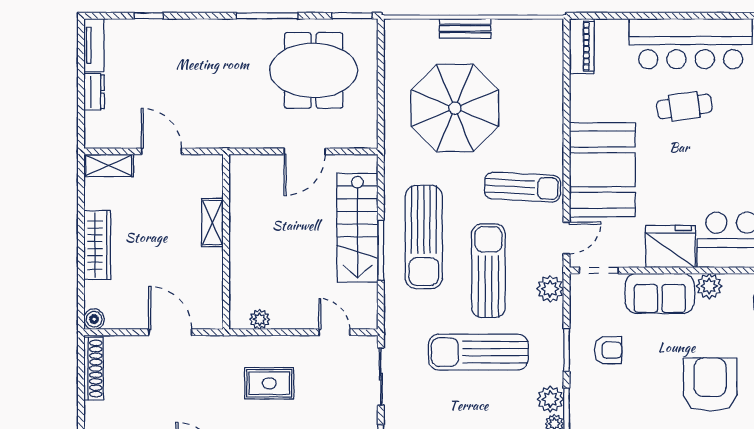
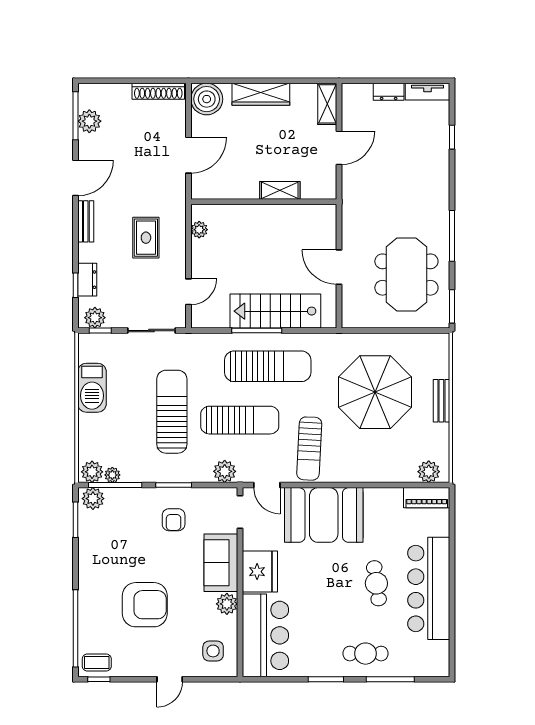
sun lounger: (424, 237) -> (268, 366), turned 180
boiler: (94, 319) -> (207, 99), width x1.86, depth x1.86
plant: (550, 399) -> (429, 472), moved

